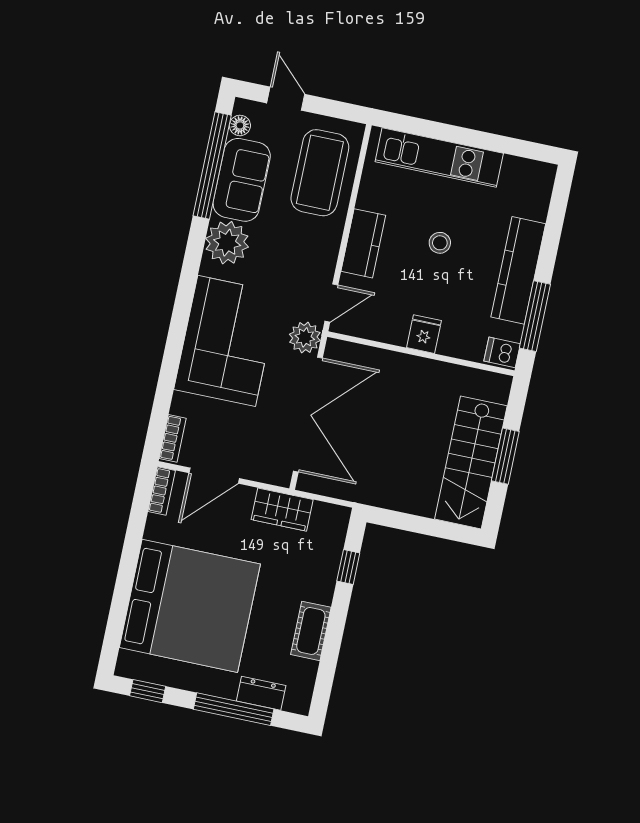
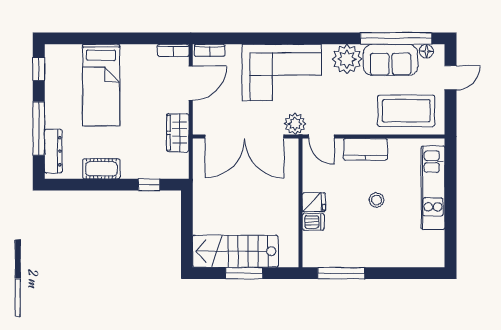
kitchen counter: (518, 270) -> (369, 256), removed
dishwasher: (502, 352) -> (313, 222), moved, turned 90
door: (214, 476) -> (191, 83), swing flipped
bed: (190, 606) -> (101, 85), width x0.49
dresser: (261, 693) -> (53, 151), width x1.44

